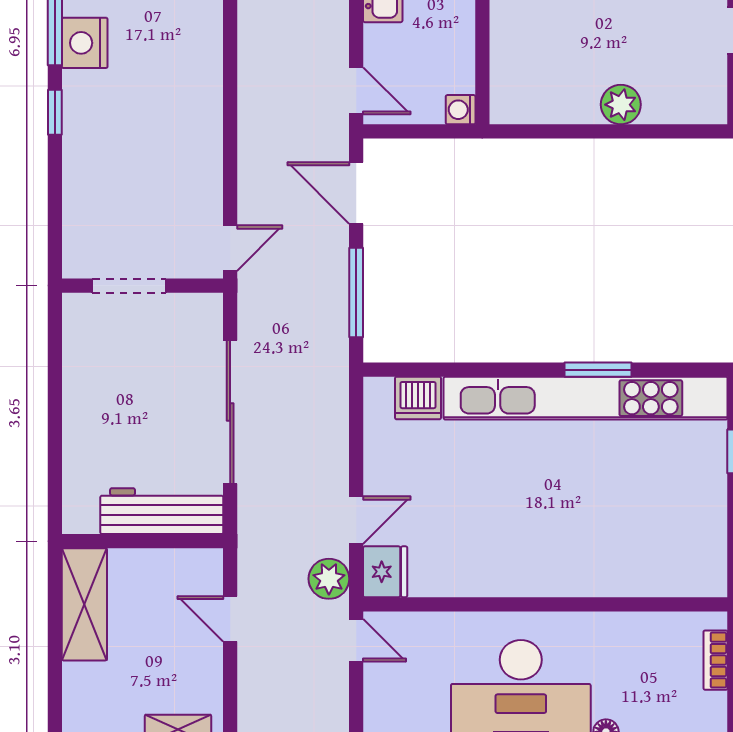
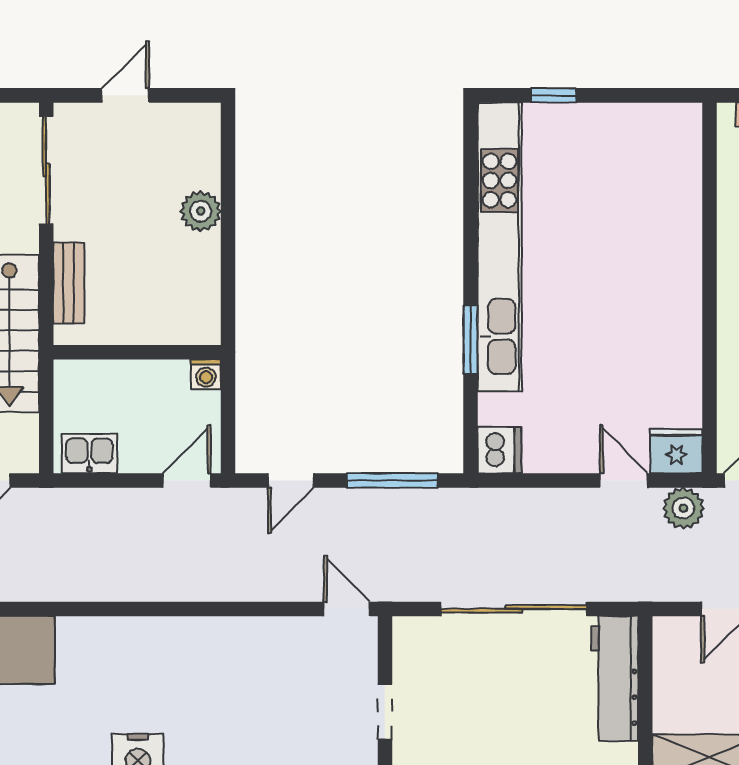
door: (356, 193) -> (291, 481), width x0.73
doorway: (129, 286) -> (385, 712), width x0.73
window: (598, 370) -> (471, 340), moved
dishwasher: (418, 398) -> (499, 450), moved

